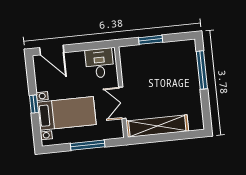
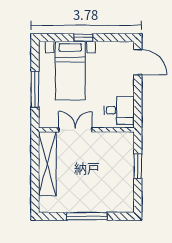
door: (52, 50) -> (138, 62), swing flipped
window: (202, 70) -> (87, 216), moved

